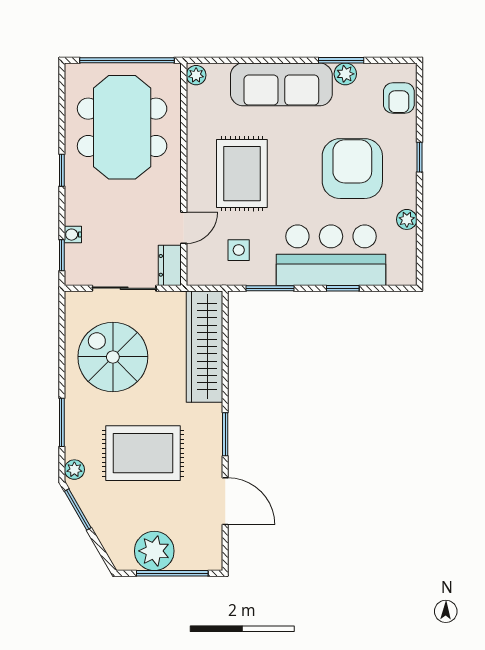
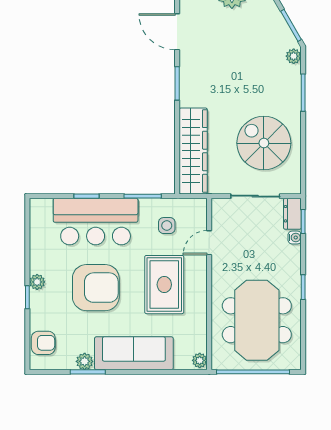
armchair: (399, 98) -> (43, 343), turned 90
armchair: (352, 169) -> (96, 288), moved, turned -90
plant: (407, 219) -> (37, 282), moved
dresser: (170, 265) -> (292, 214), moved, turned 180
spiral stairs: (113, 357) -> (264, 143), turned 180
rug: (143, 453) -> (241, 69), removed

